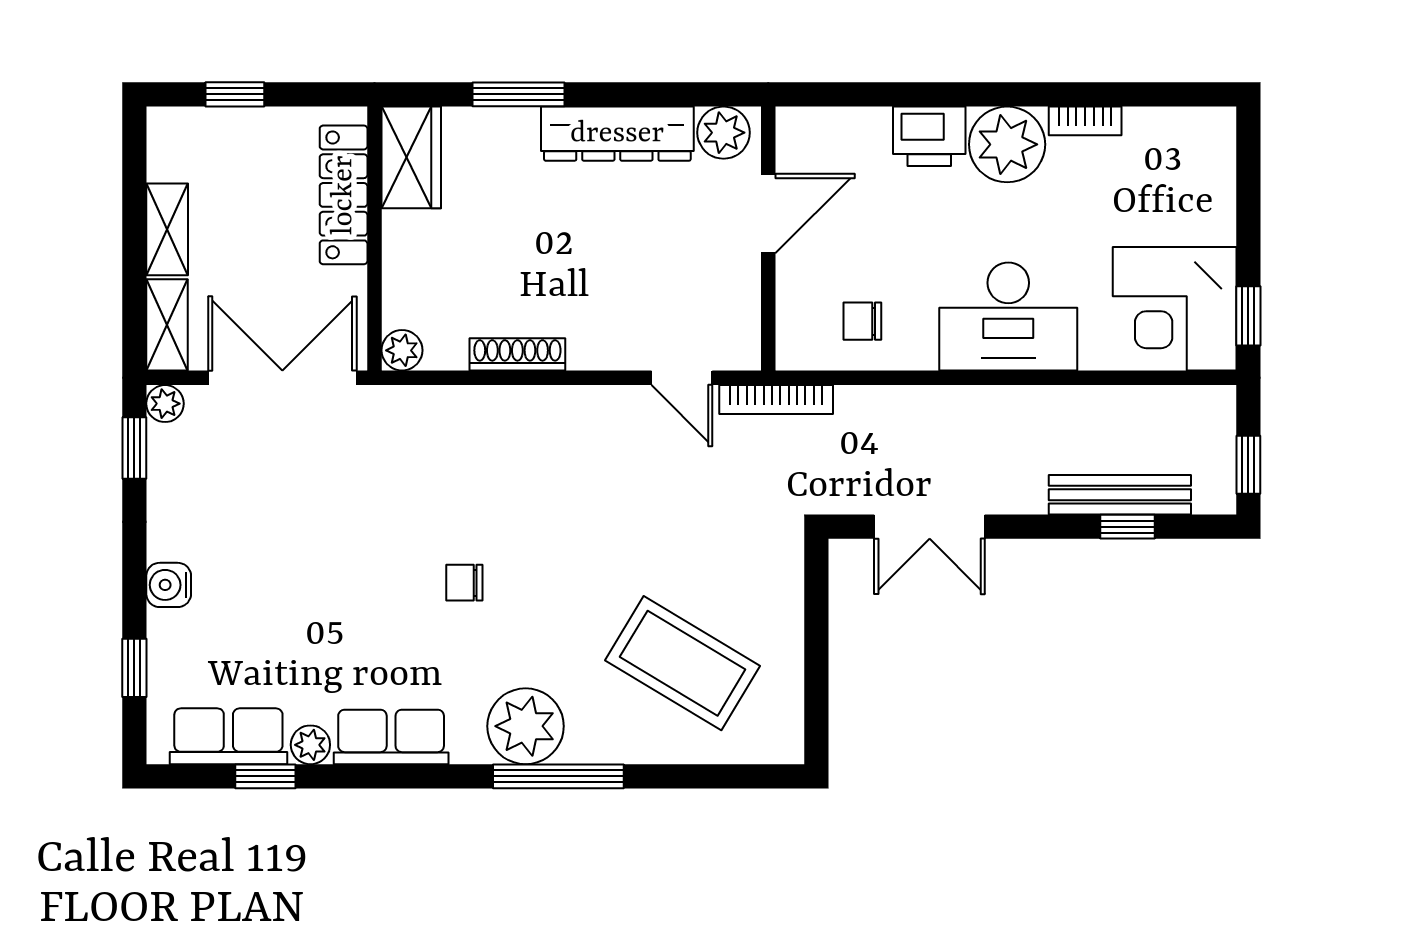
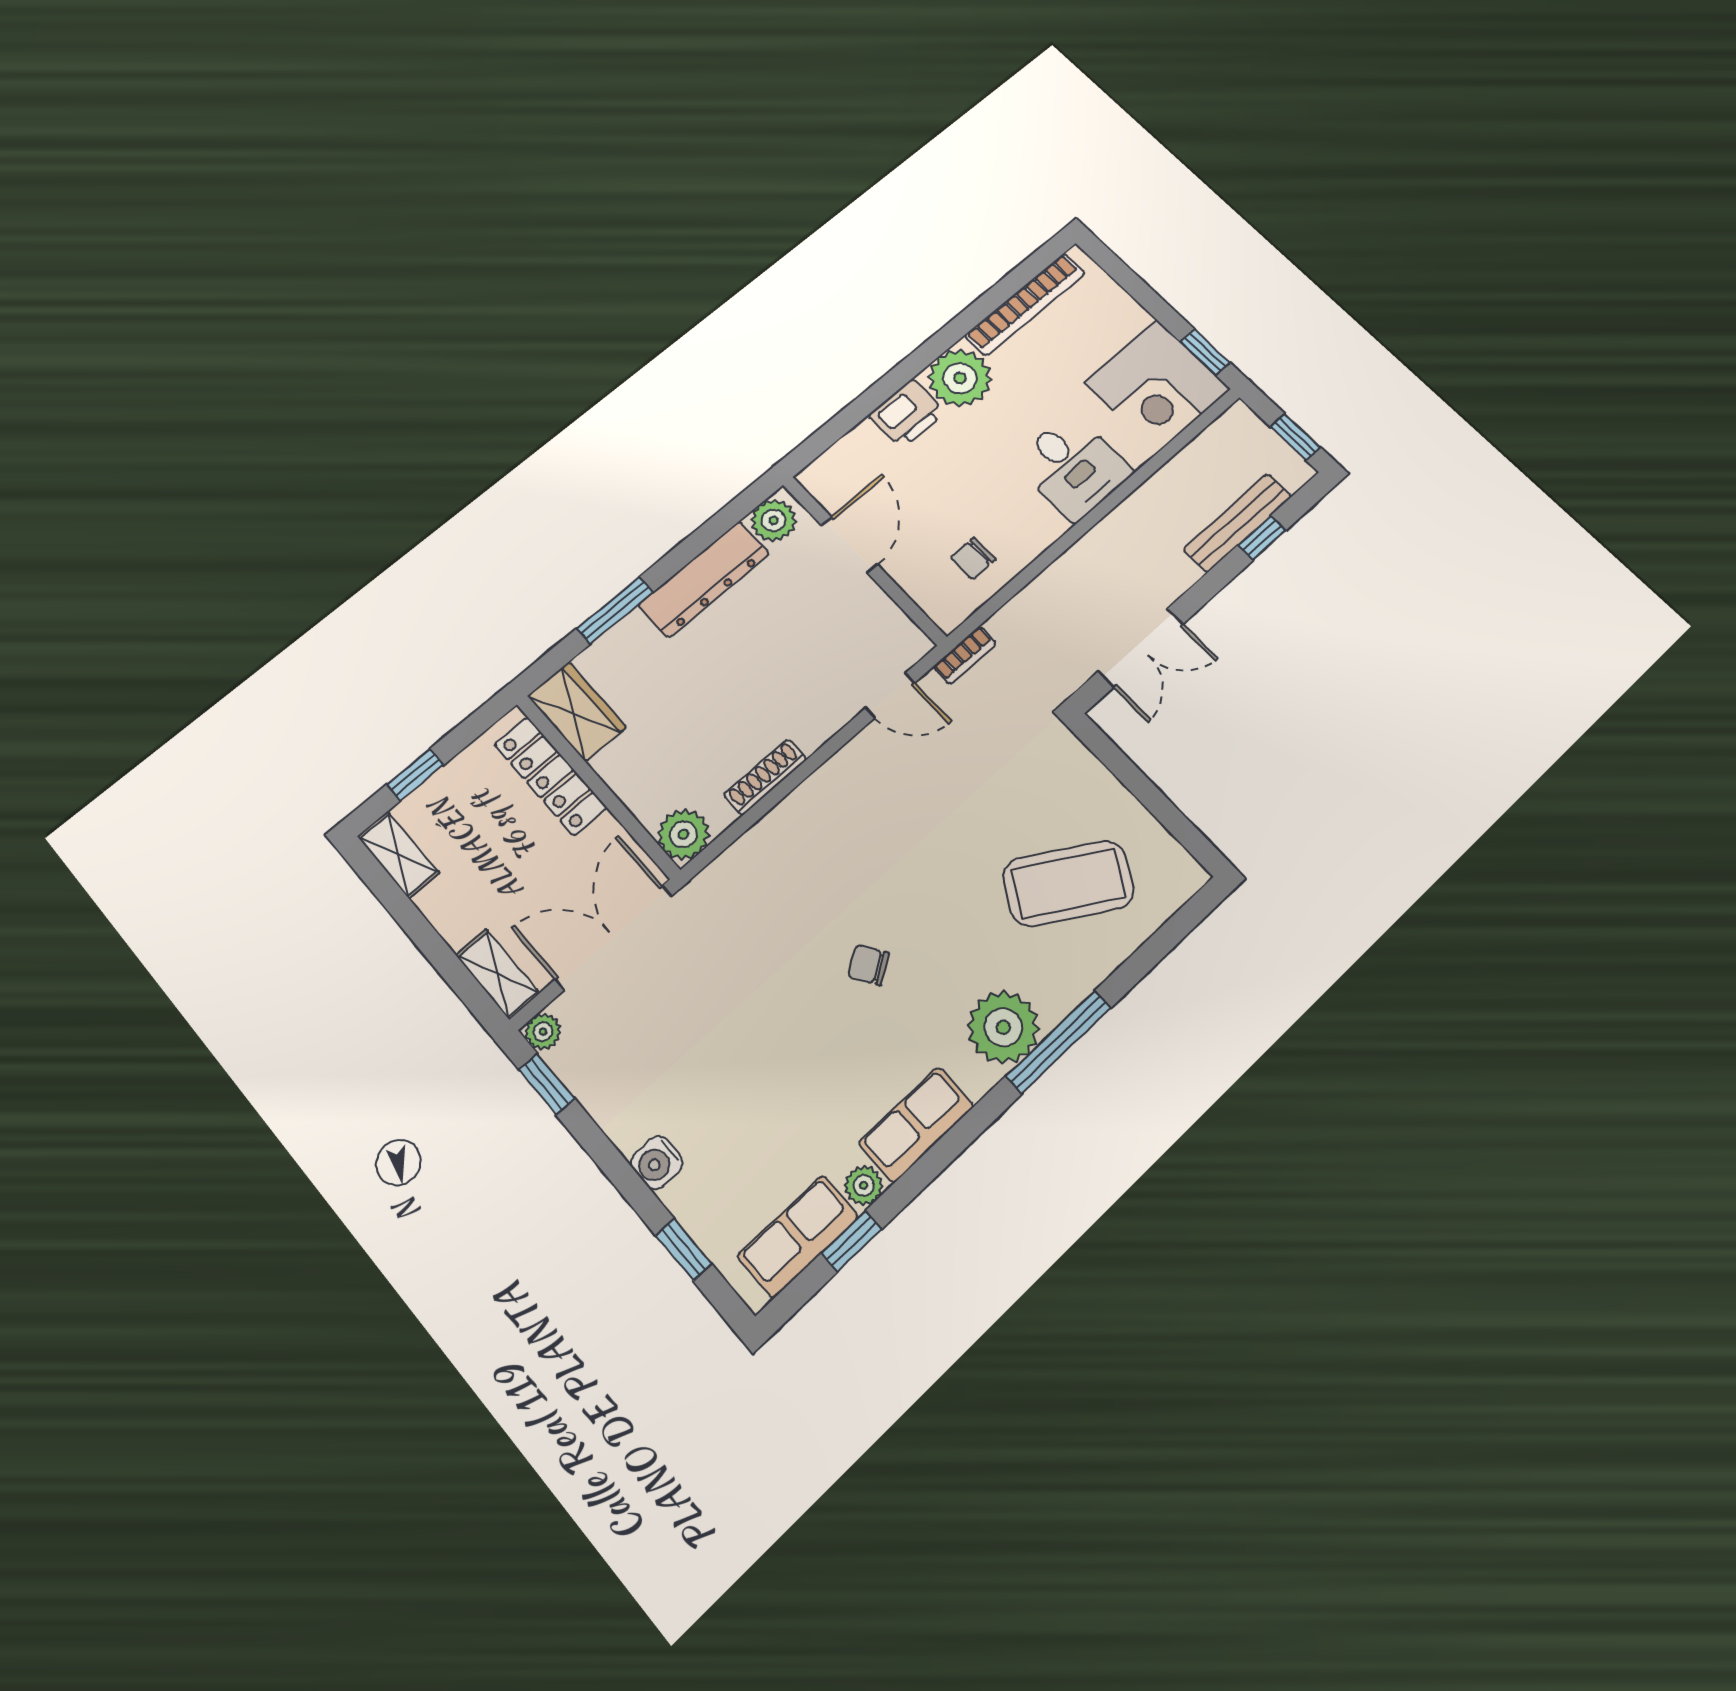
bookcase: (1085, 121) -> (1025, 304), width x2.31, depth x1.31
shelving: (167, 229) -> (398, 855), moved
desk: (1008, 316) -> (1073, 467), width x0.73
plant: (402, 350) -> (683, 834), width x1.38, depth x1.38
bookcase: (776, 399) -> (965, 655), width x0.64
chair: (464, 583) -> (869, 965), turned 57

